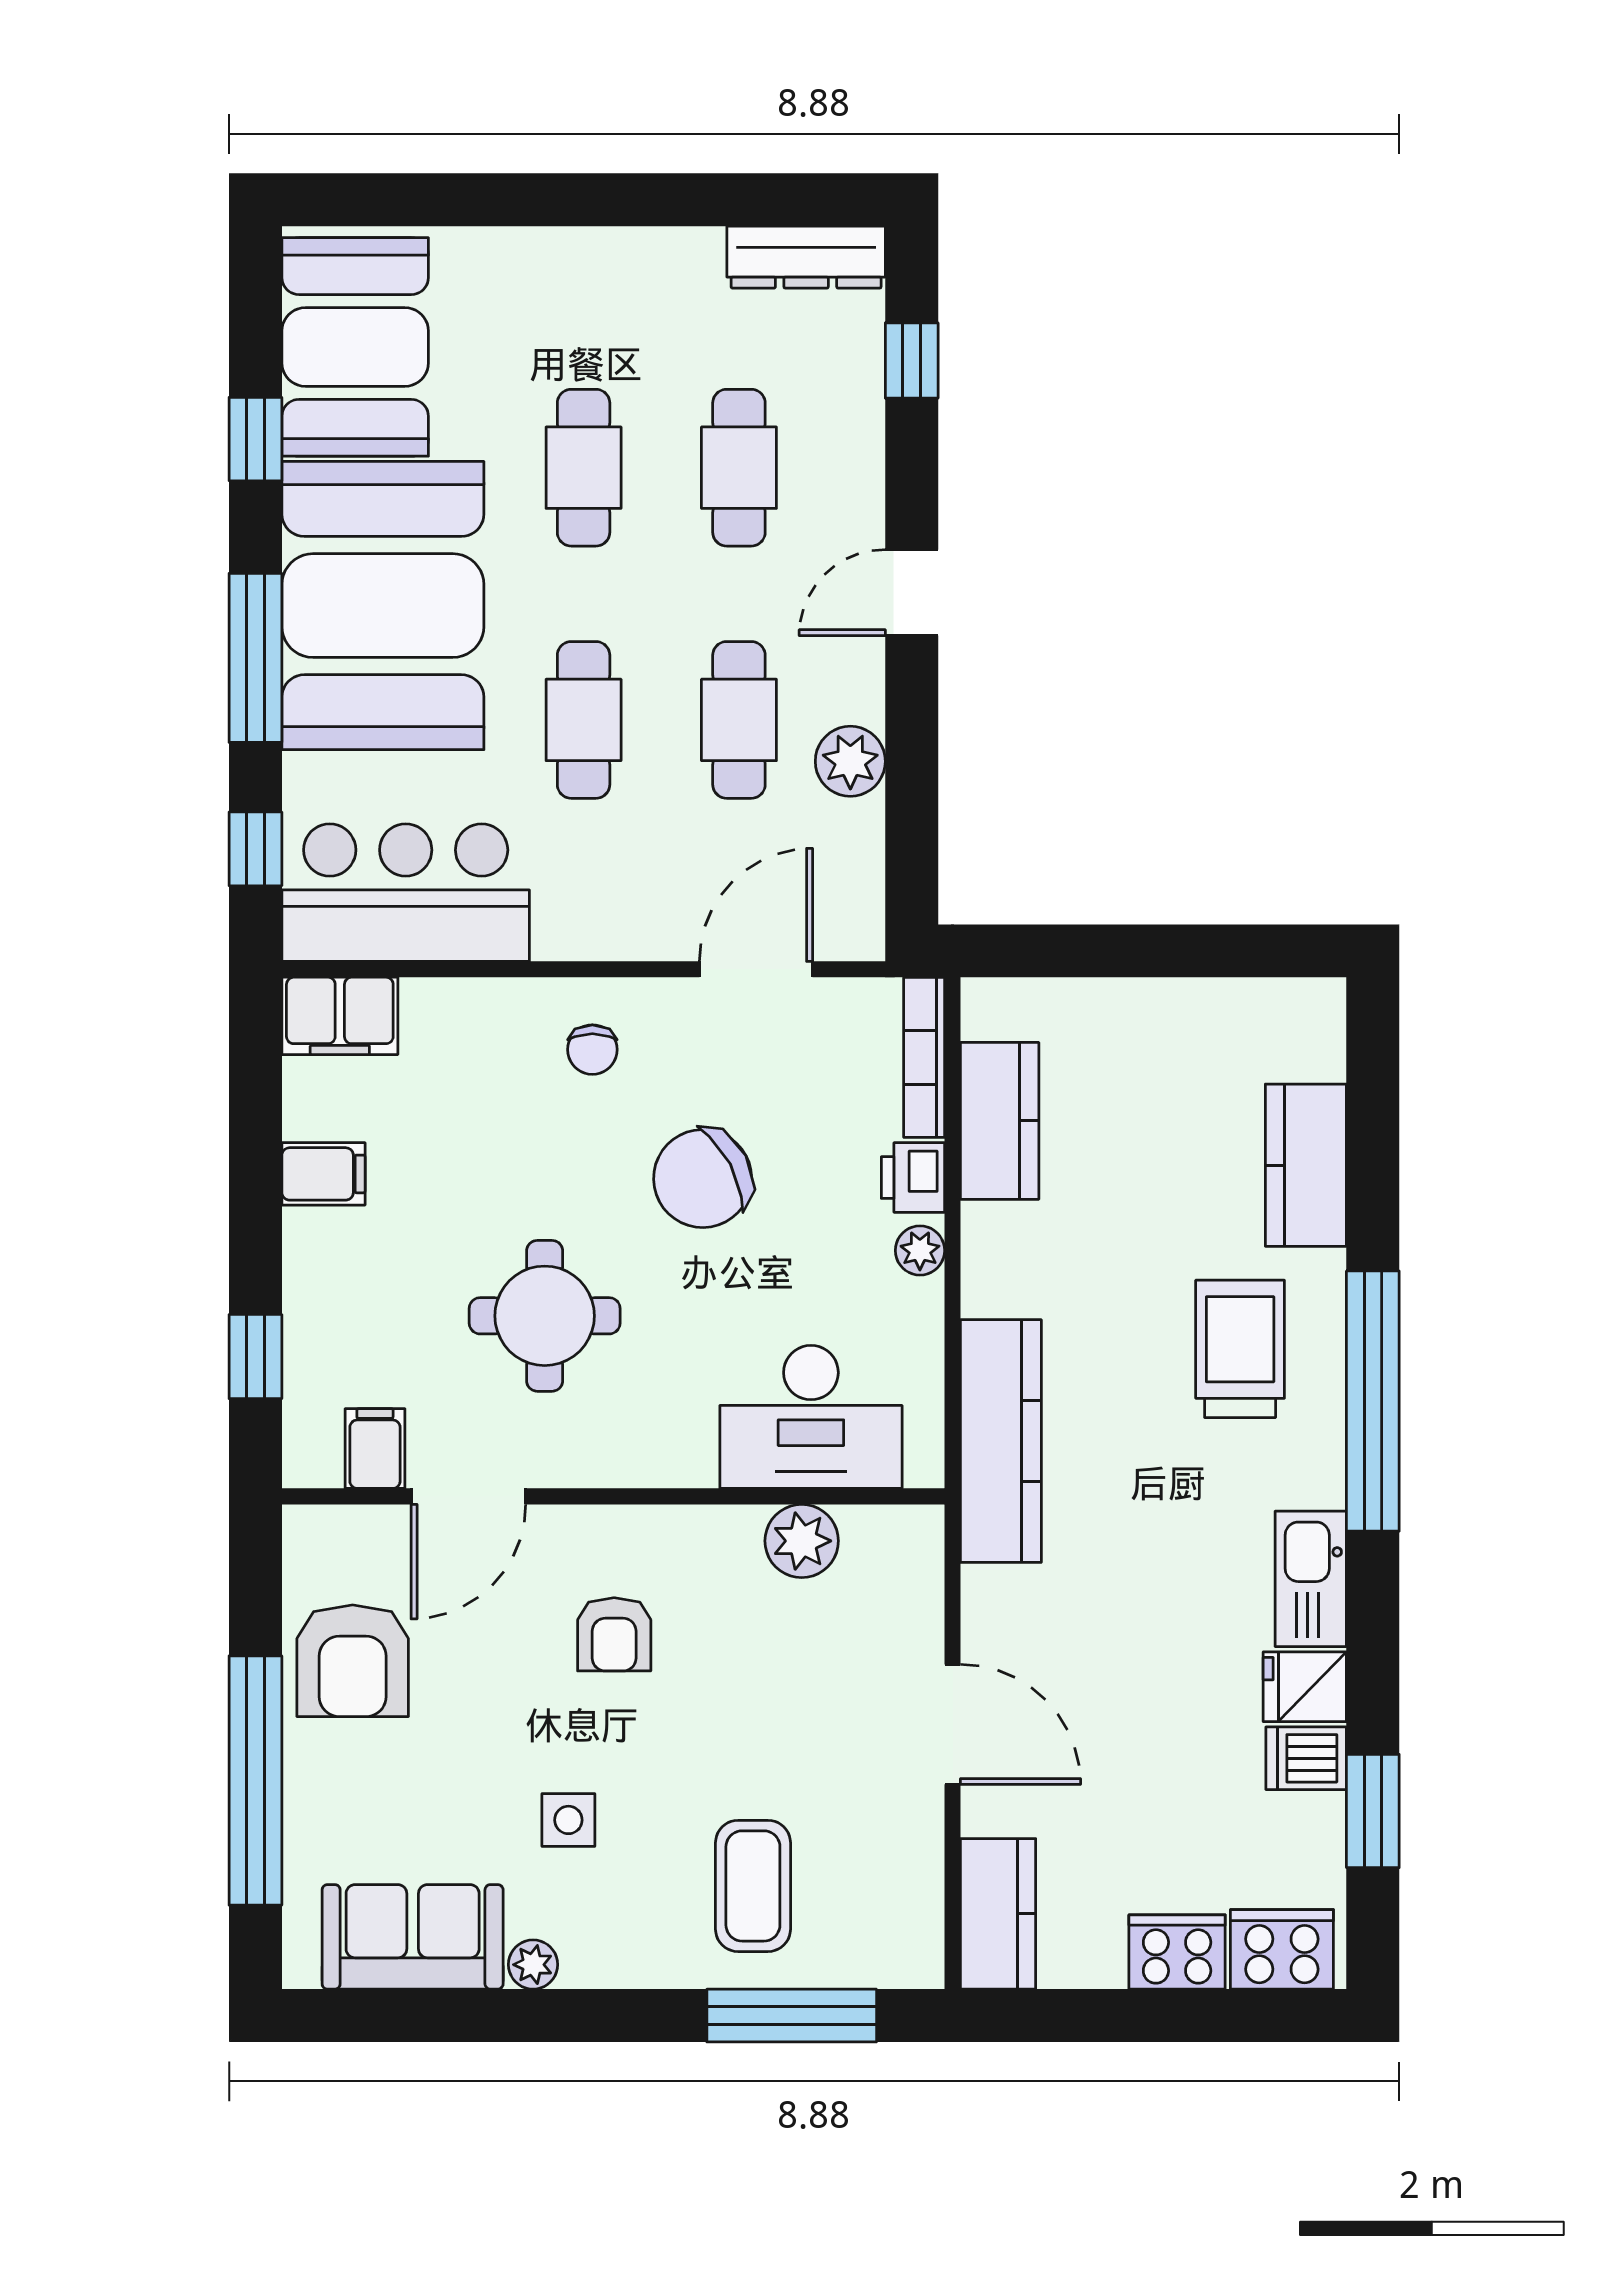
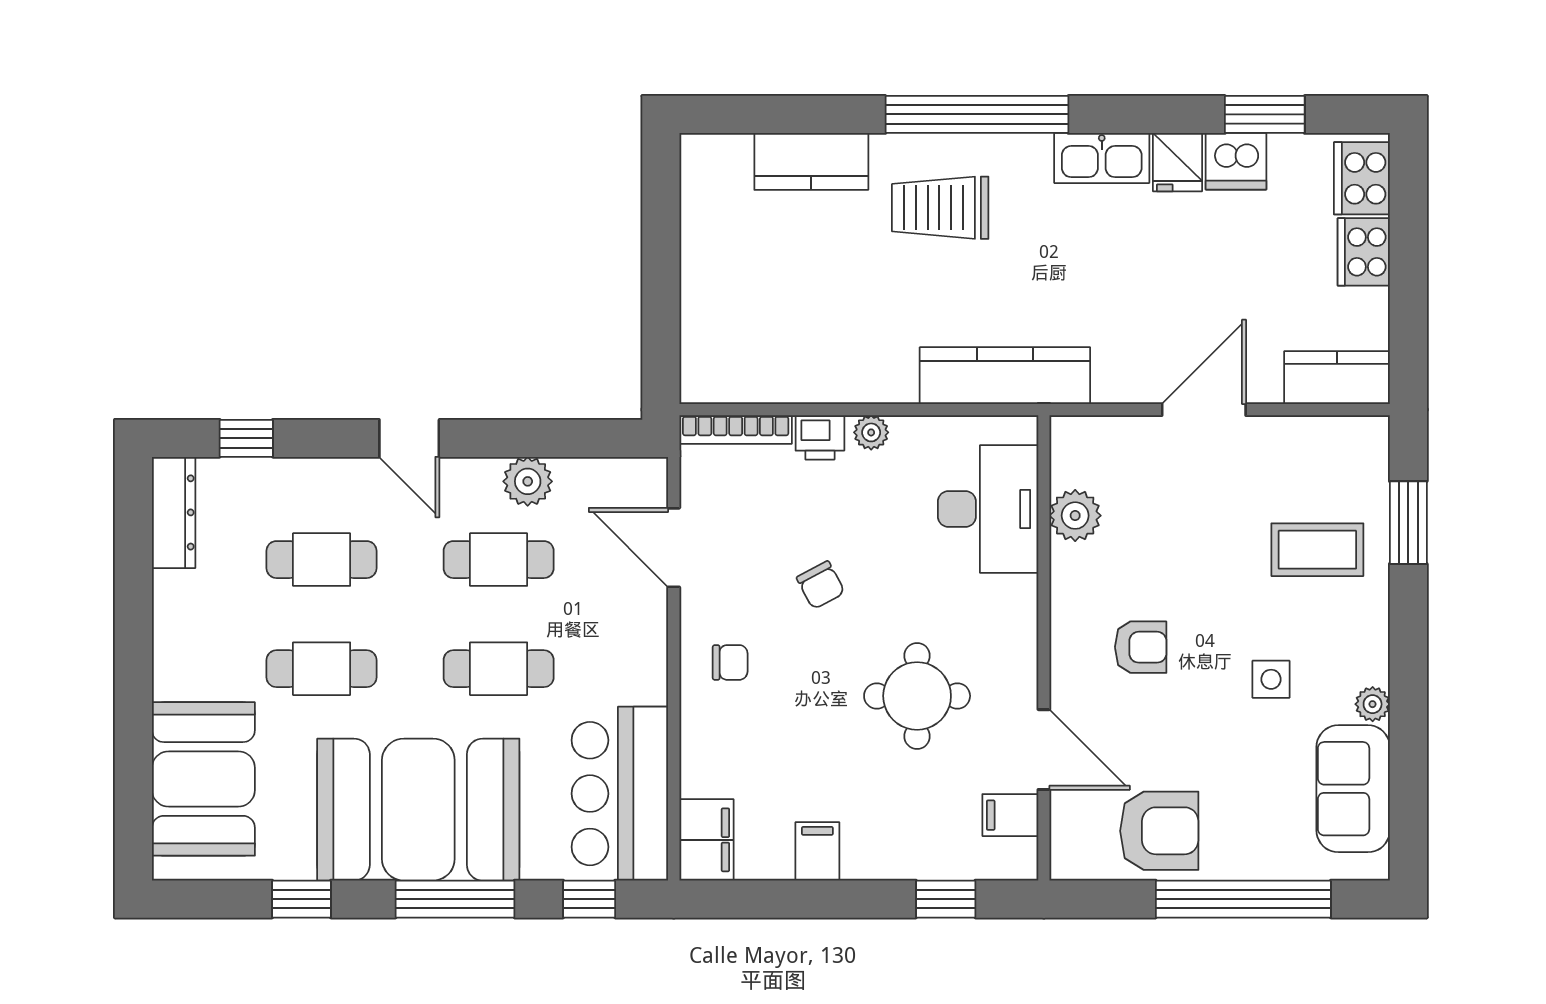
booth: (355, 347) -> (203, 779), moved, turned 90
kitchen counter: (1000, 1121) -> (780, 377), removed
chair: (703, 1179) -> (821, 585), width x0.54, depth x0.54
dishwasher: (1306, 1758) -> (1236, 161), width x1.38
window: (792, 2016) -> (1408, 523), width x0.69

